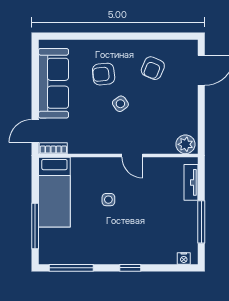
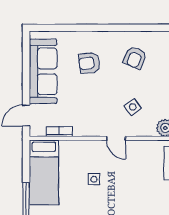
side table: (120, 104) -> (133, 107), moved
bookcase: (53, 148) -> (59, 132), moved

